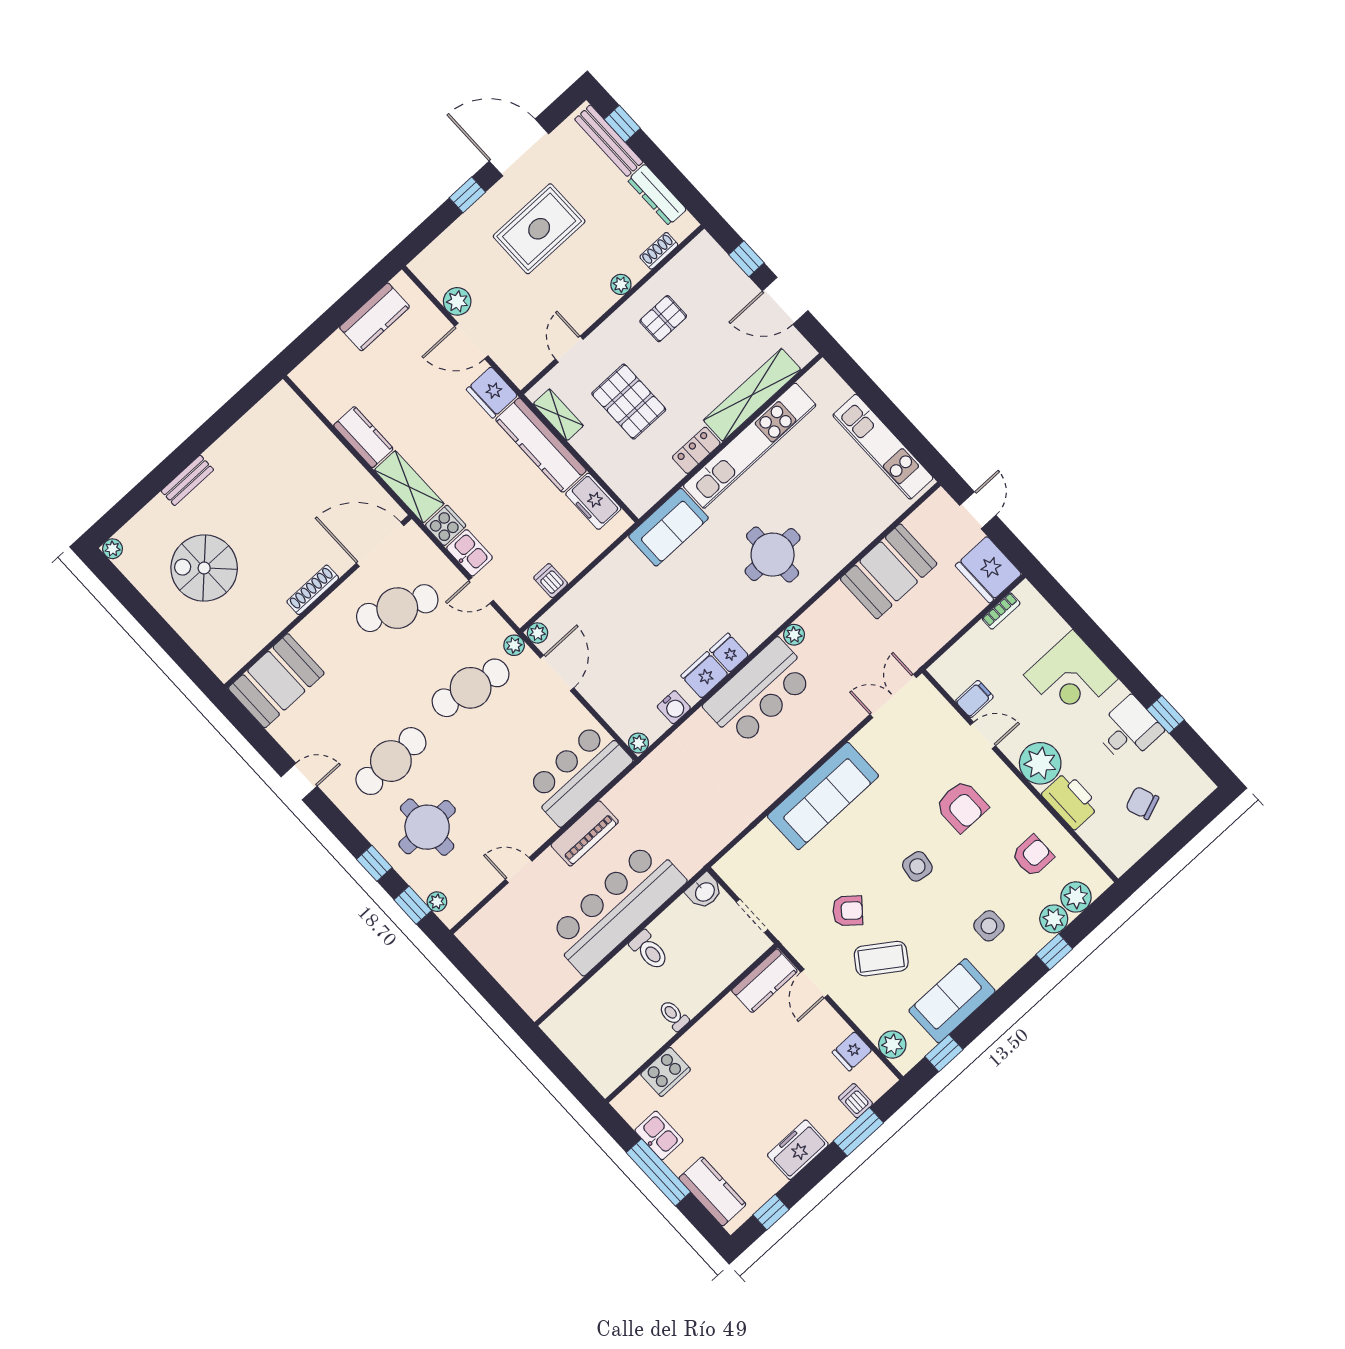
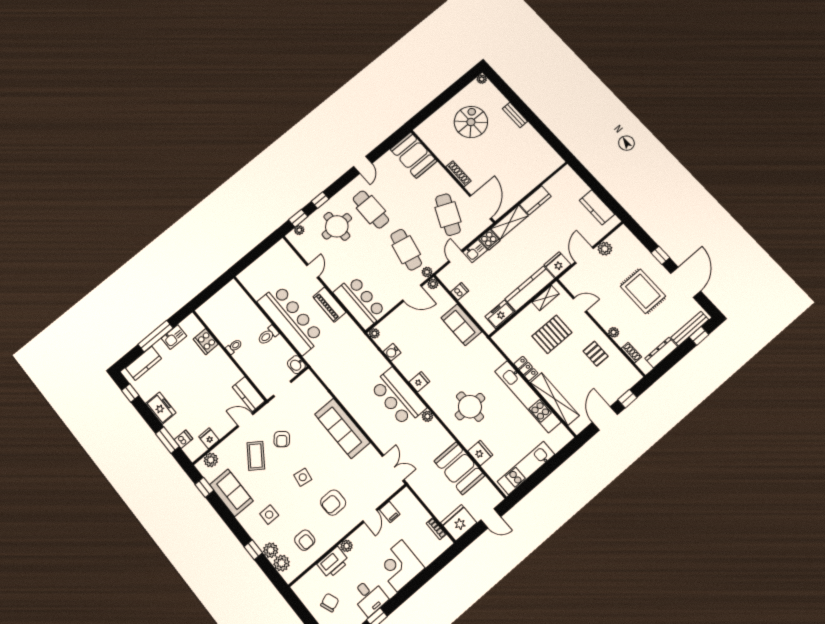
sofa: (668, 527) -> (461, 325), moved
fridge: (704, 675) -> (480, 453), moved
plant: (1040, 763) -> (347, 546), width x0.53, depth x0.53

